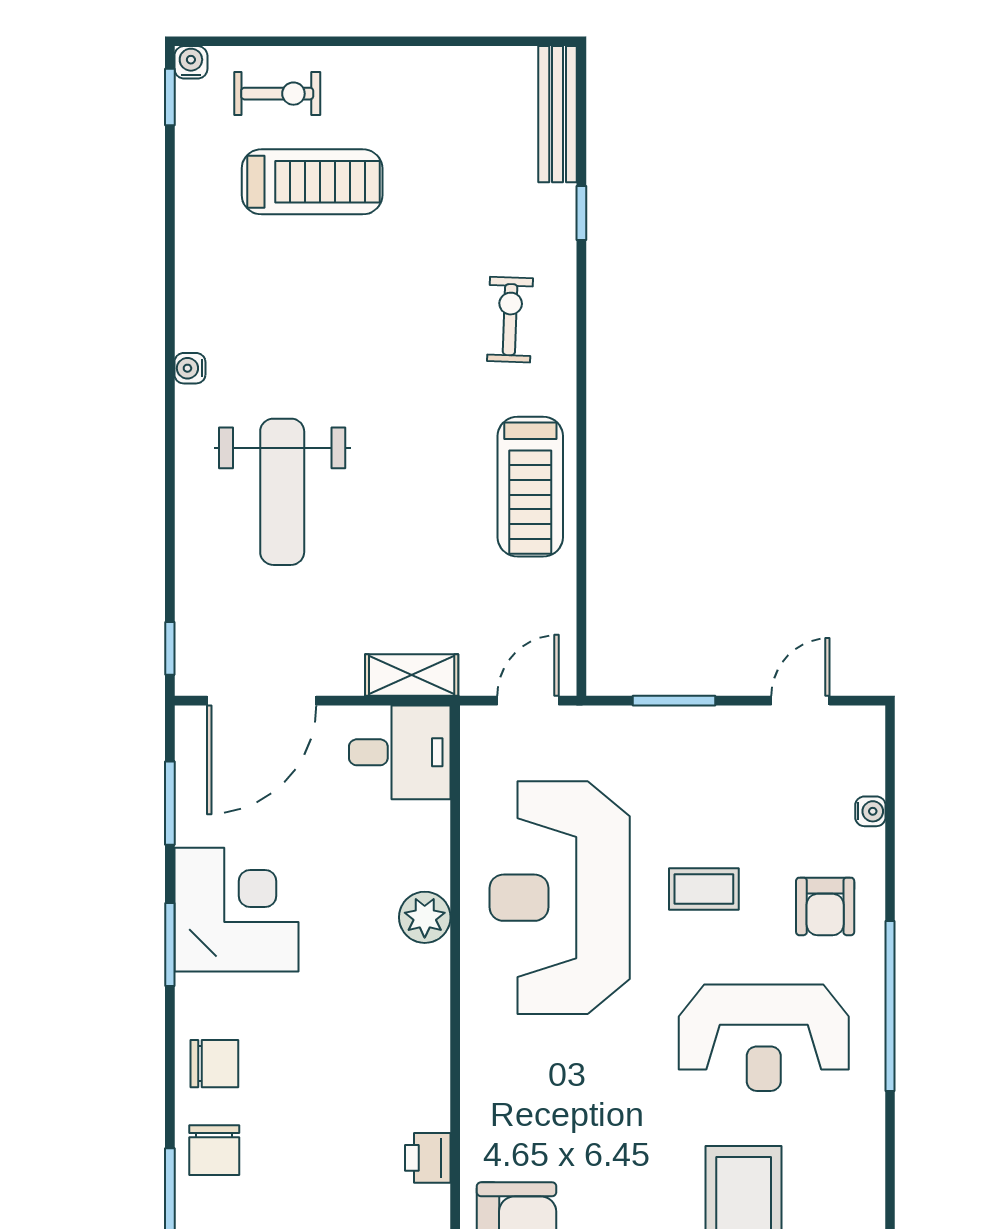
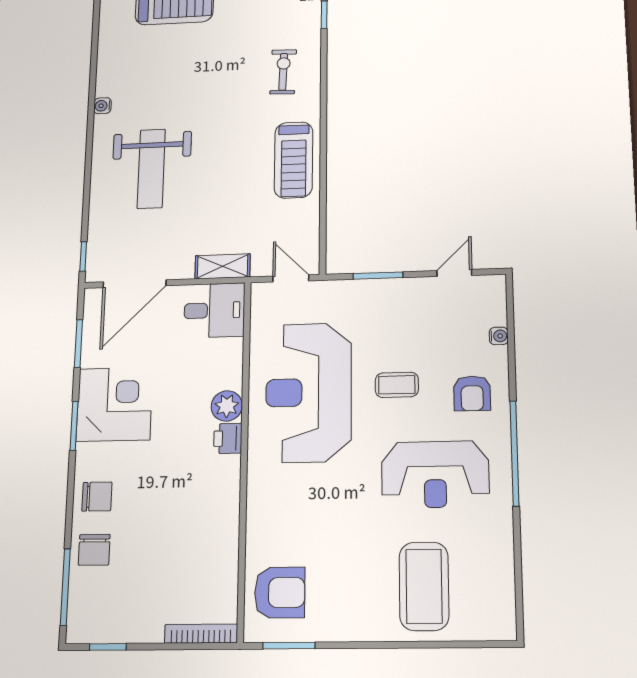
door: (528, 701) -> (291, 278), hinge flipped
printer: (428, 1158) -> (228, 438), moved

